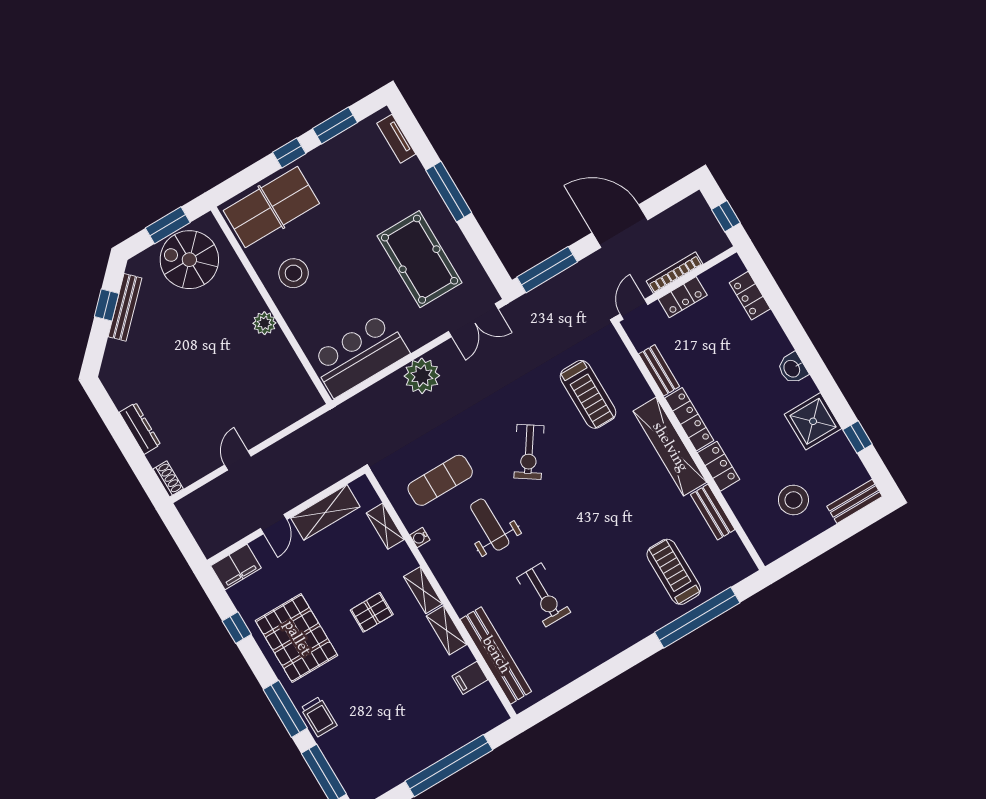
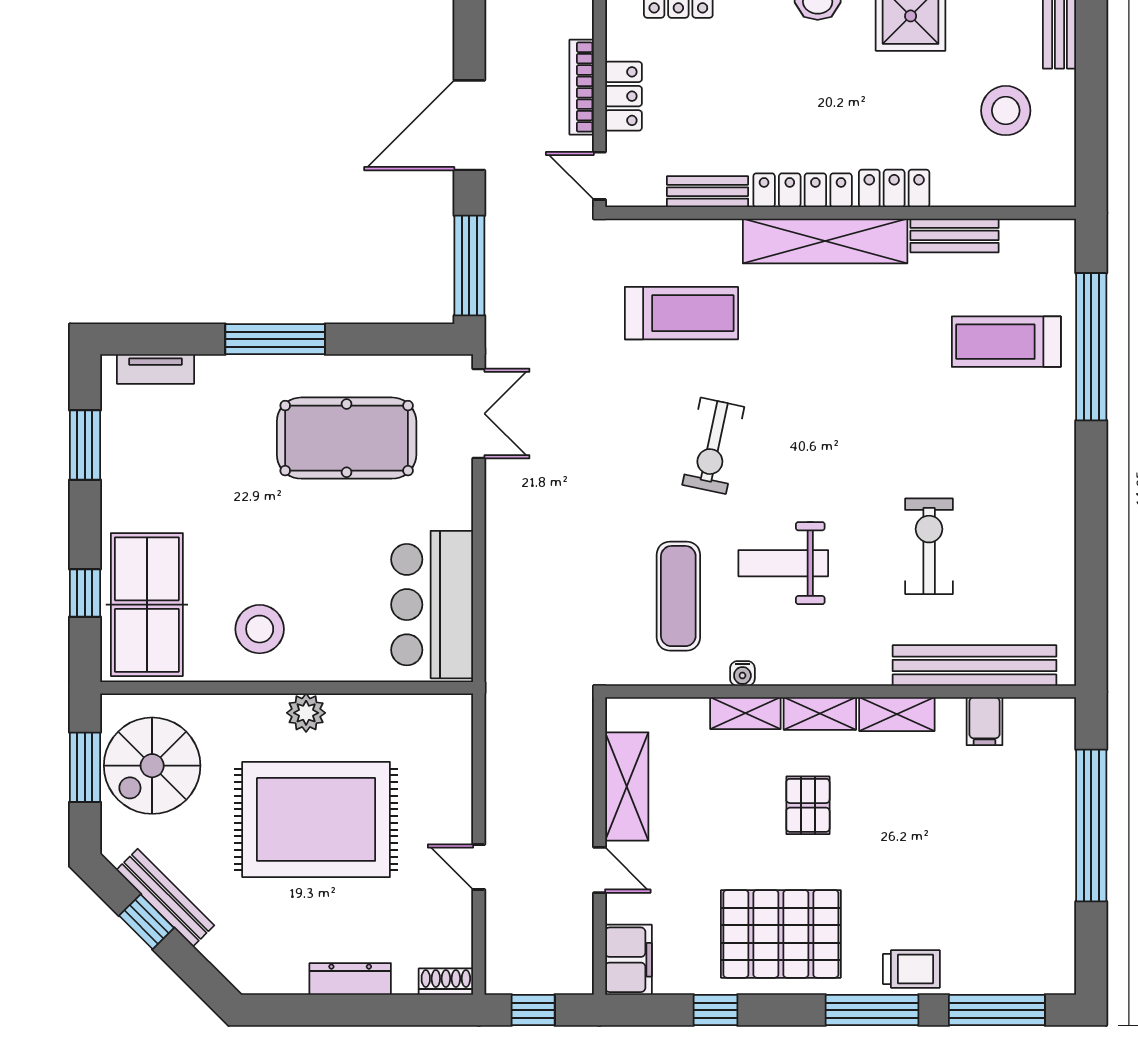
window: (289, 153) -> (85, 593), moved
rug: (212, 361) -> (316, 819), added
plant: (422, 376) -> (514, 534), removed
exercise bike: (529, 452) -> (713, 446), turned 68
shelving: (385, 526) -> (745, 713), moved
window: (180, 533) -> (533, 1010), added
exercise bike: (544, 595) -> (929, 546), turned -90

